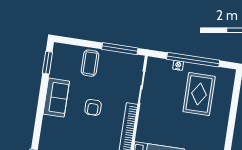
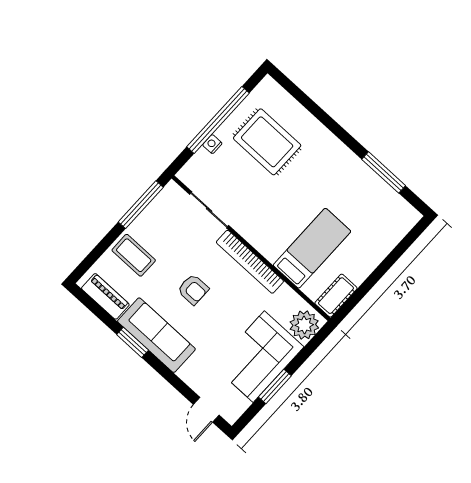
window: (47, 63) -> (133, 342), moved
piano: (58, 63) -> (105, 296), added
sofa: (56, 98) -> (156, 335), width x1.36

